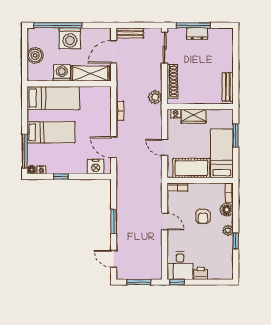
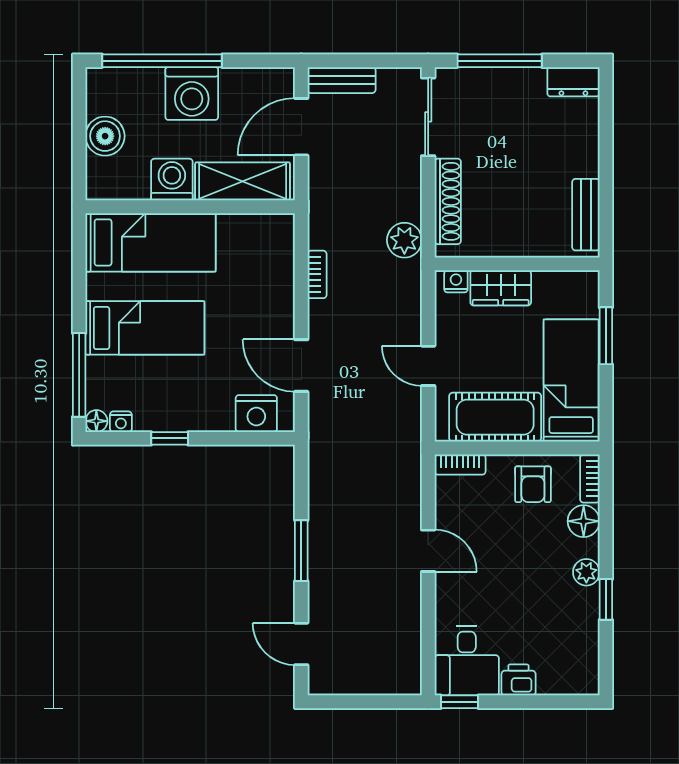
dresser: (197, 34) -> (573, 82), moved
armchair: (203, 216) -> (533, 484), moved
window: (139, 282) -> (364, 702), removed

